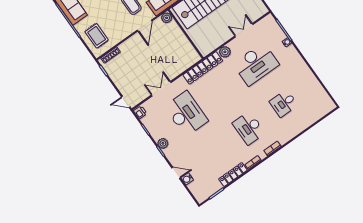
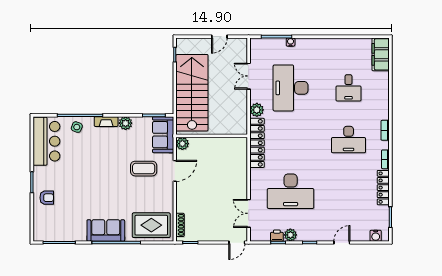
door: (145, 26) -> (175, 171), hinge flipped
rug: (97, 36) -> (151, 225), width x1.36, depth x1.43
desk: (256, 64) -> (291, 88), turned 180
double door: (161, 89) -> (249, 213), moved
filing cabinet: (322, 109) -> (381, 54), added
printer: (140, 112) -> (277, 236), moved
desk: (186, 114) -> (291, 191), turned 180
plant: (163, 143) -> (290, 235), moved
water cooler: (187, 179) -> (376, 236), moved

